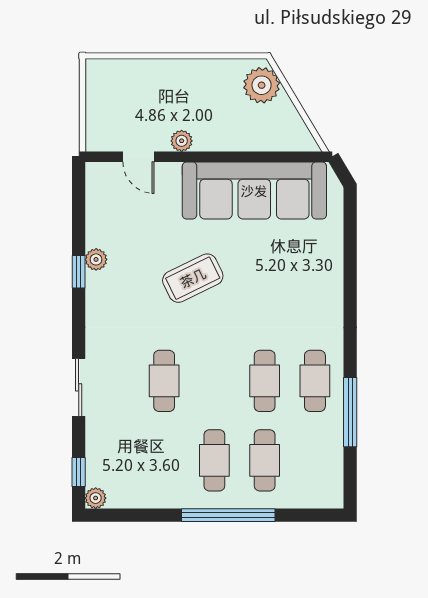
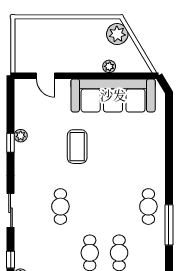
plant: (182, 141) -> (109, 66), moved
coffee table: (193, 278) -> (77, 147), turned -64
cafe table: (265, 381) -> (119, 207), removed

